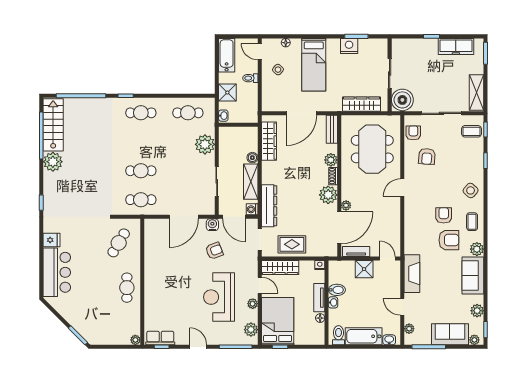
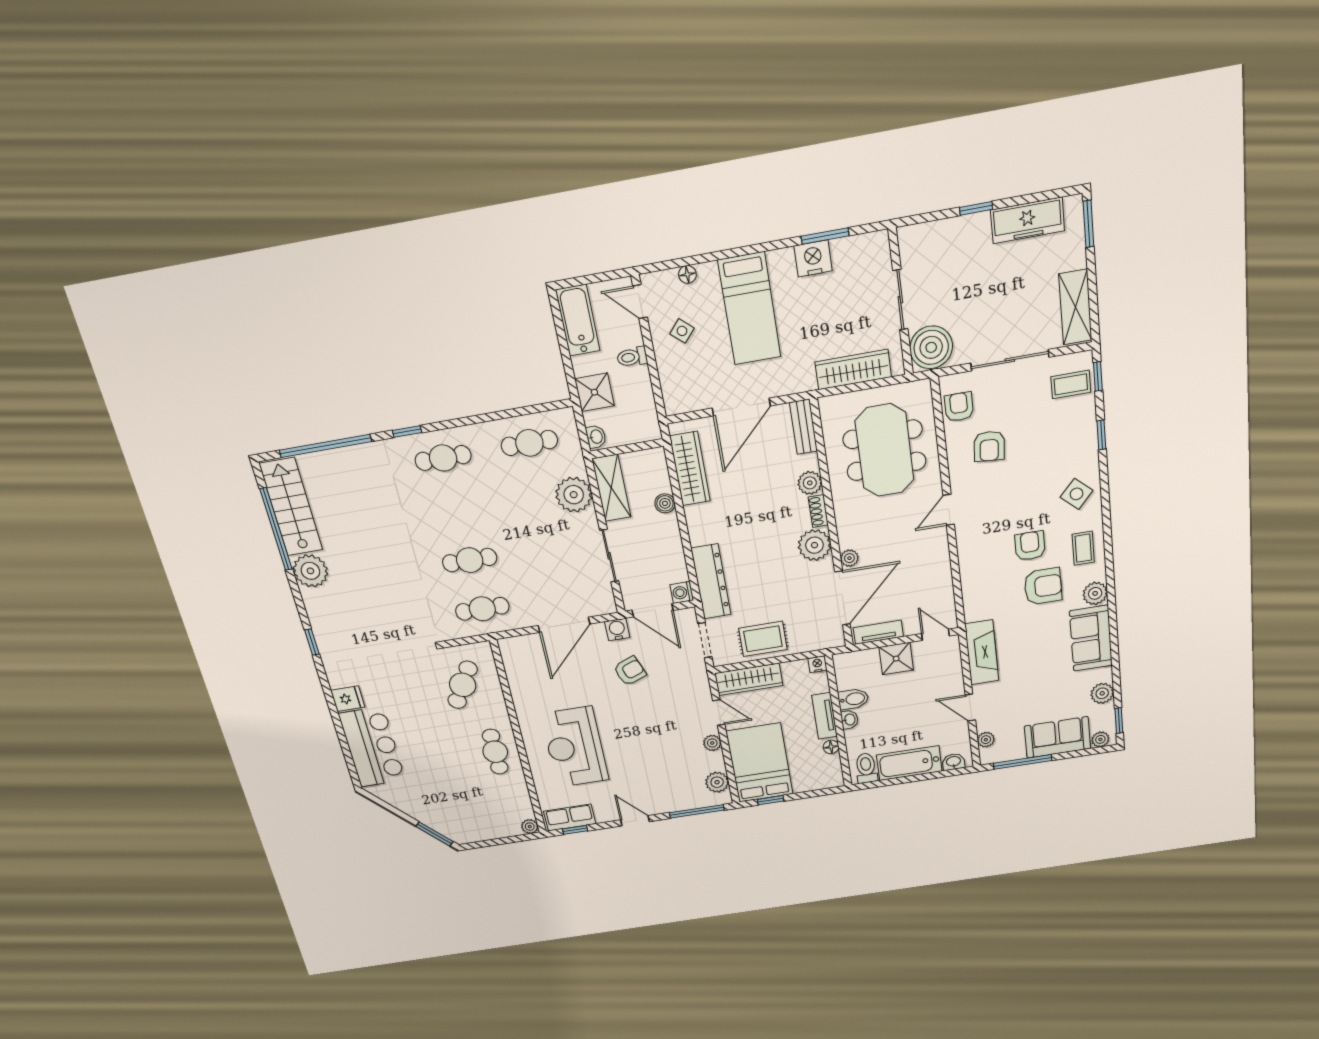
shelving: (251, 182) -> (611, 488), moved
reception desk: (219, 297) -> (575, 747), moved

